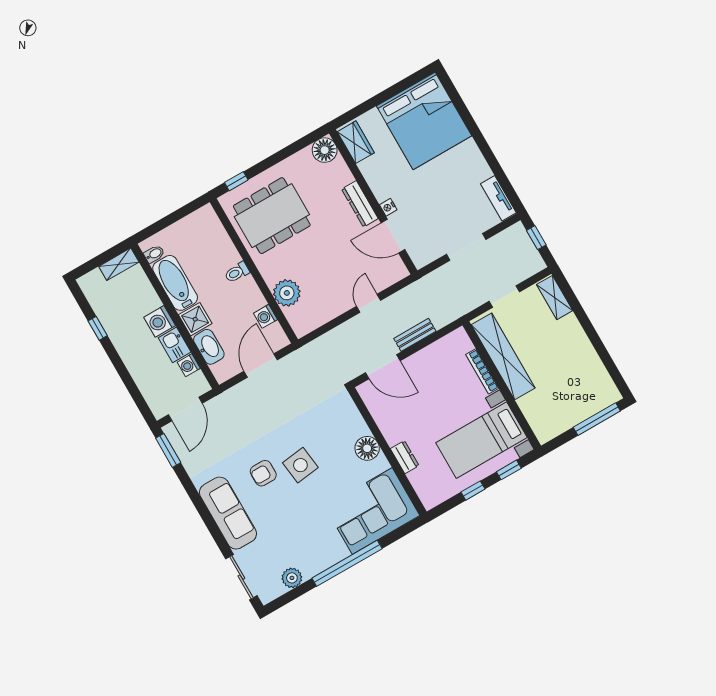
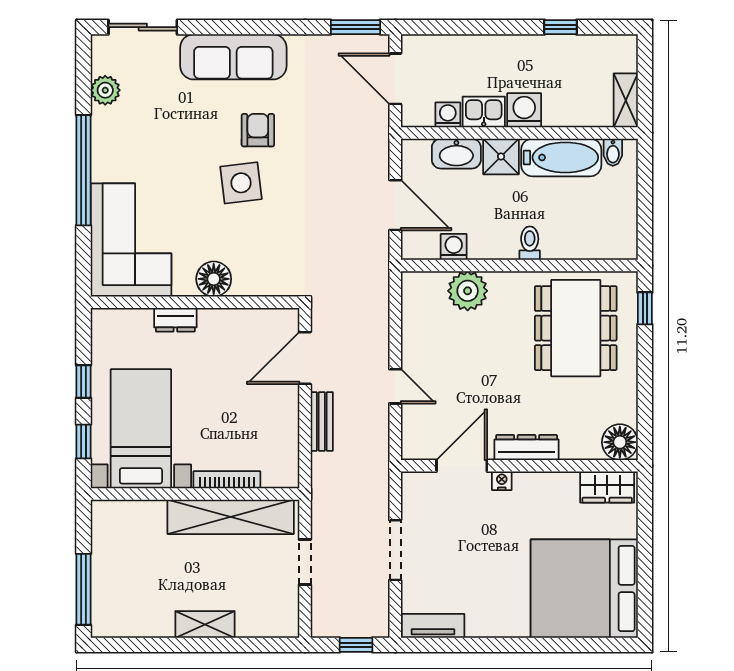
shelving: (555, 298) -> (205, 624), moved

